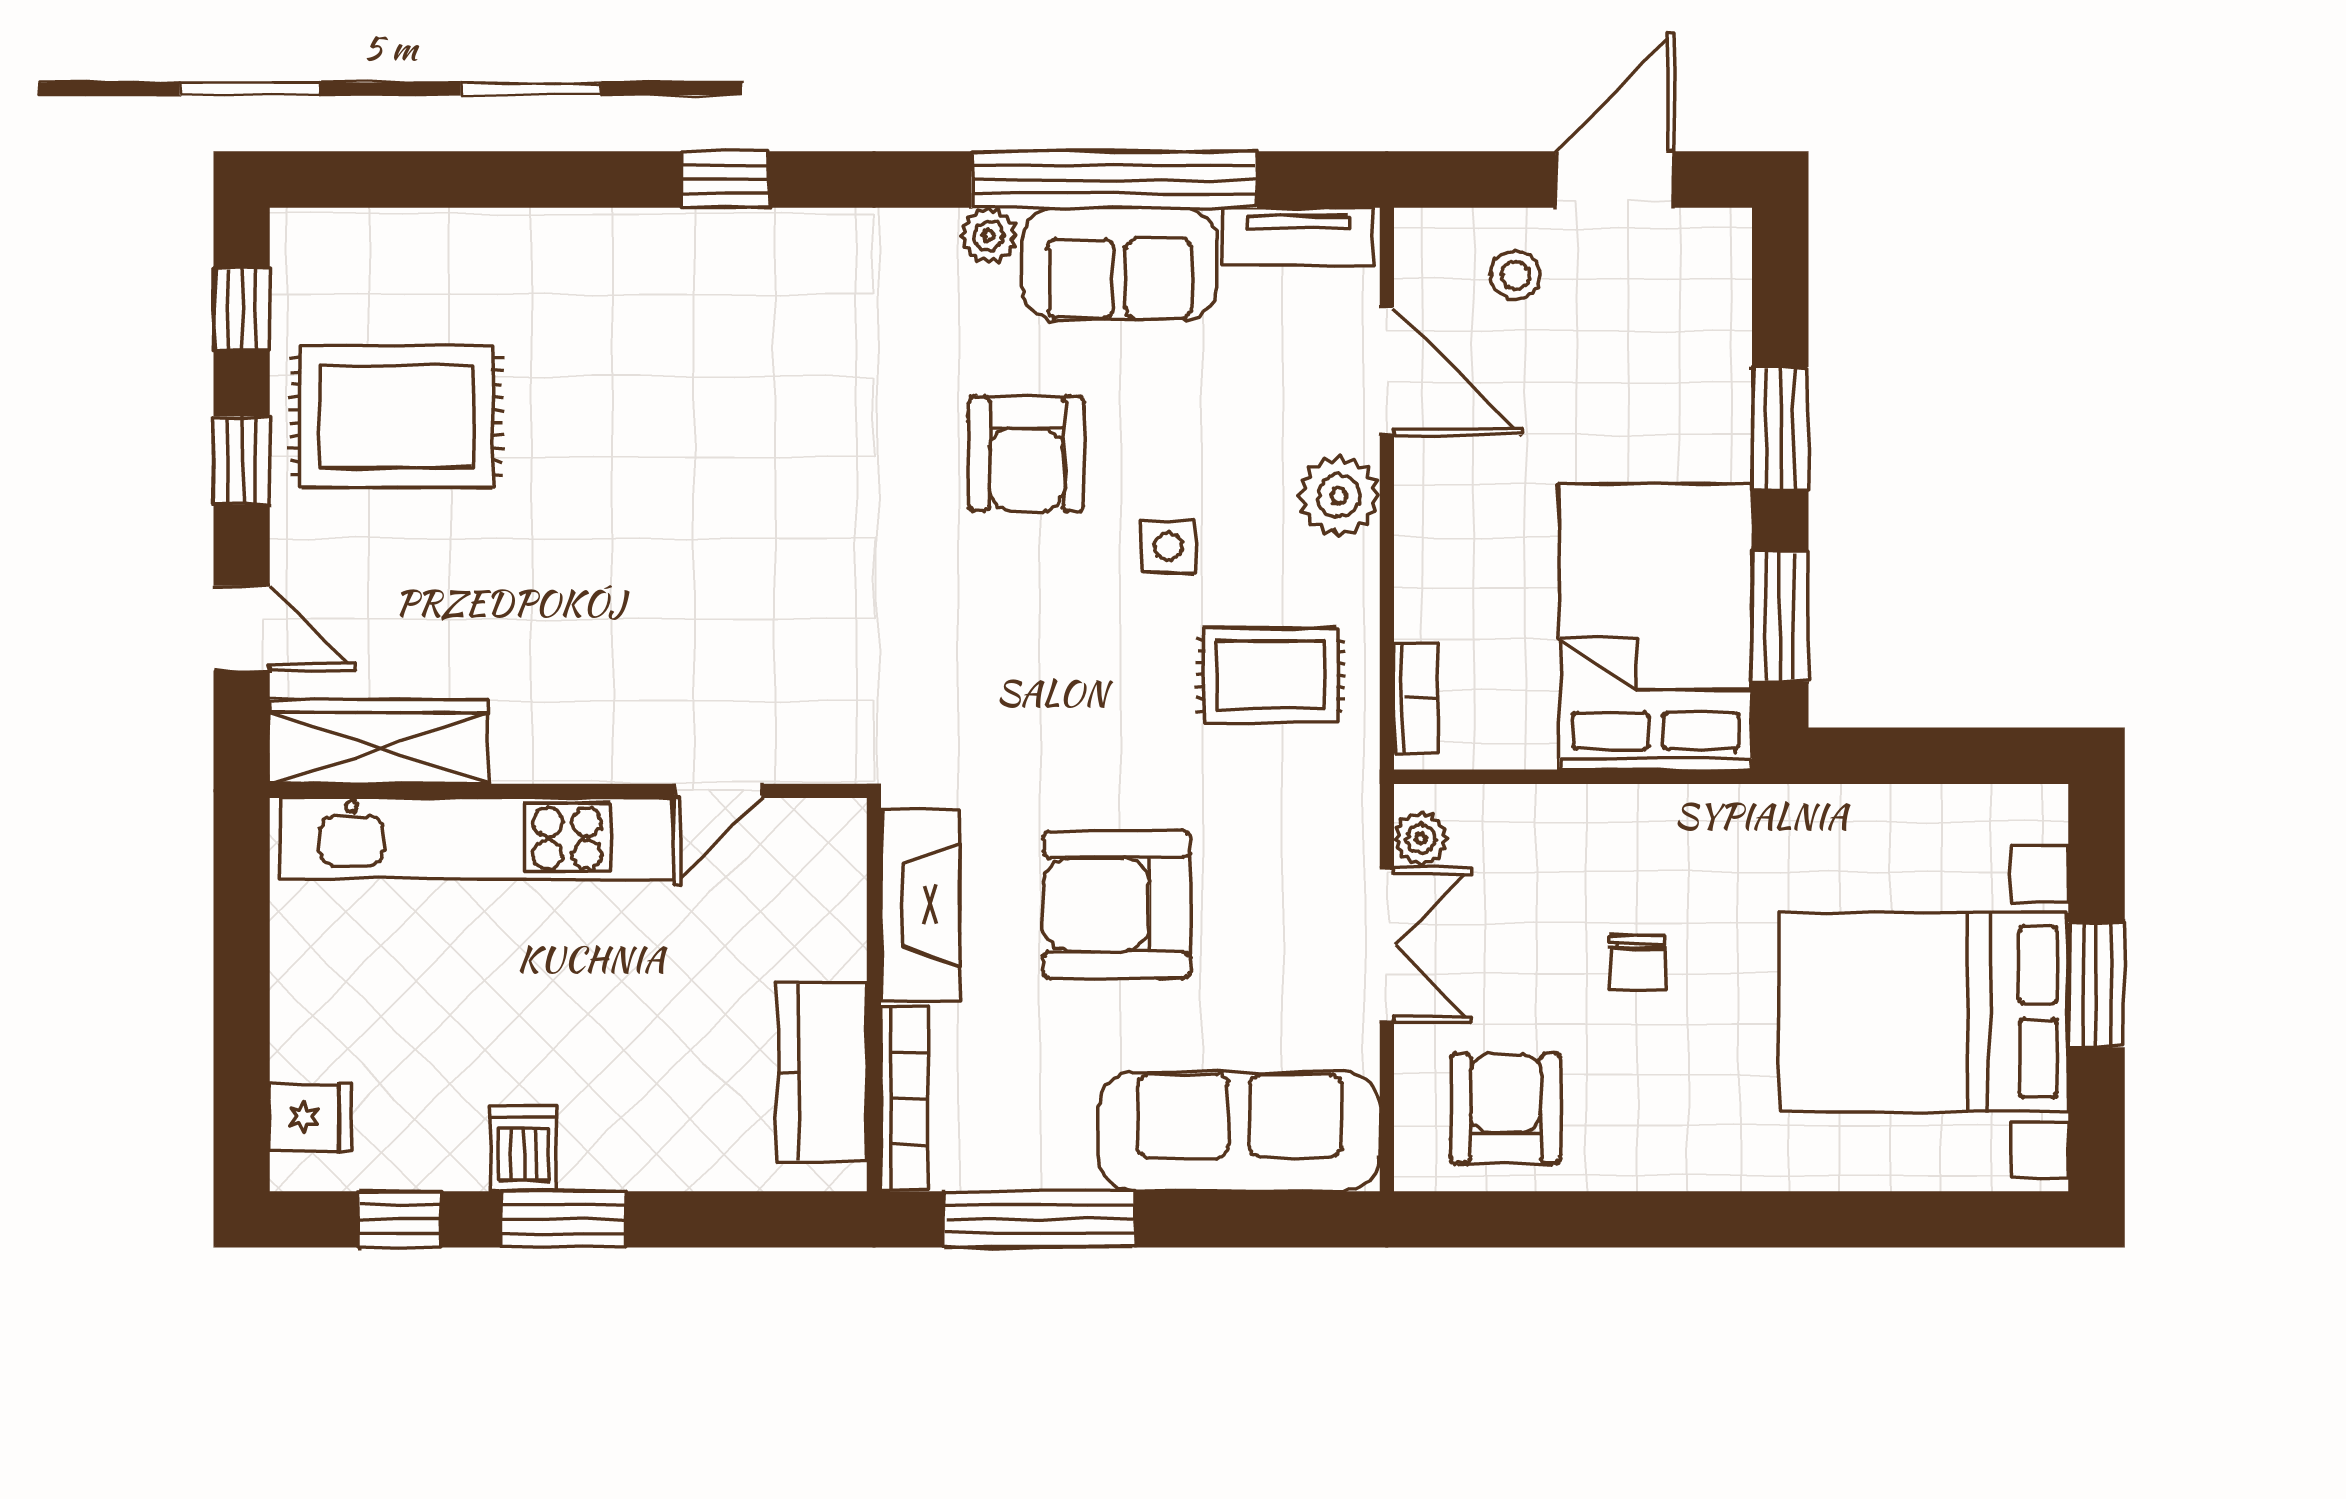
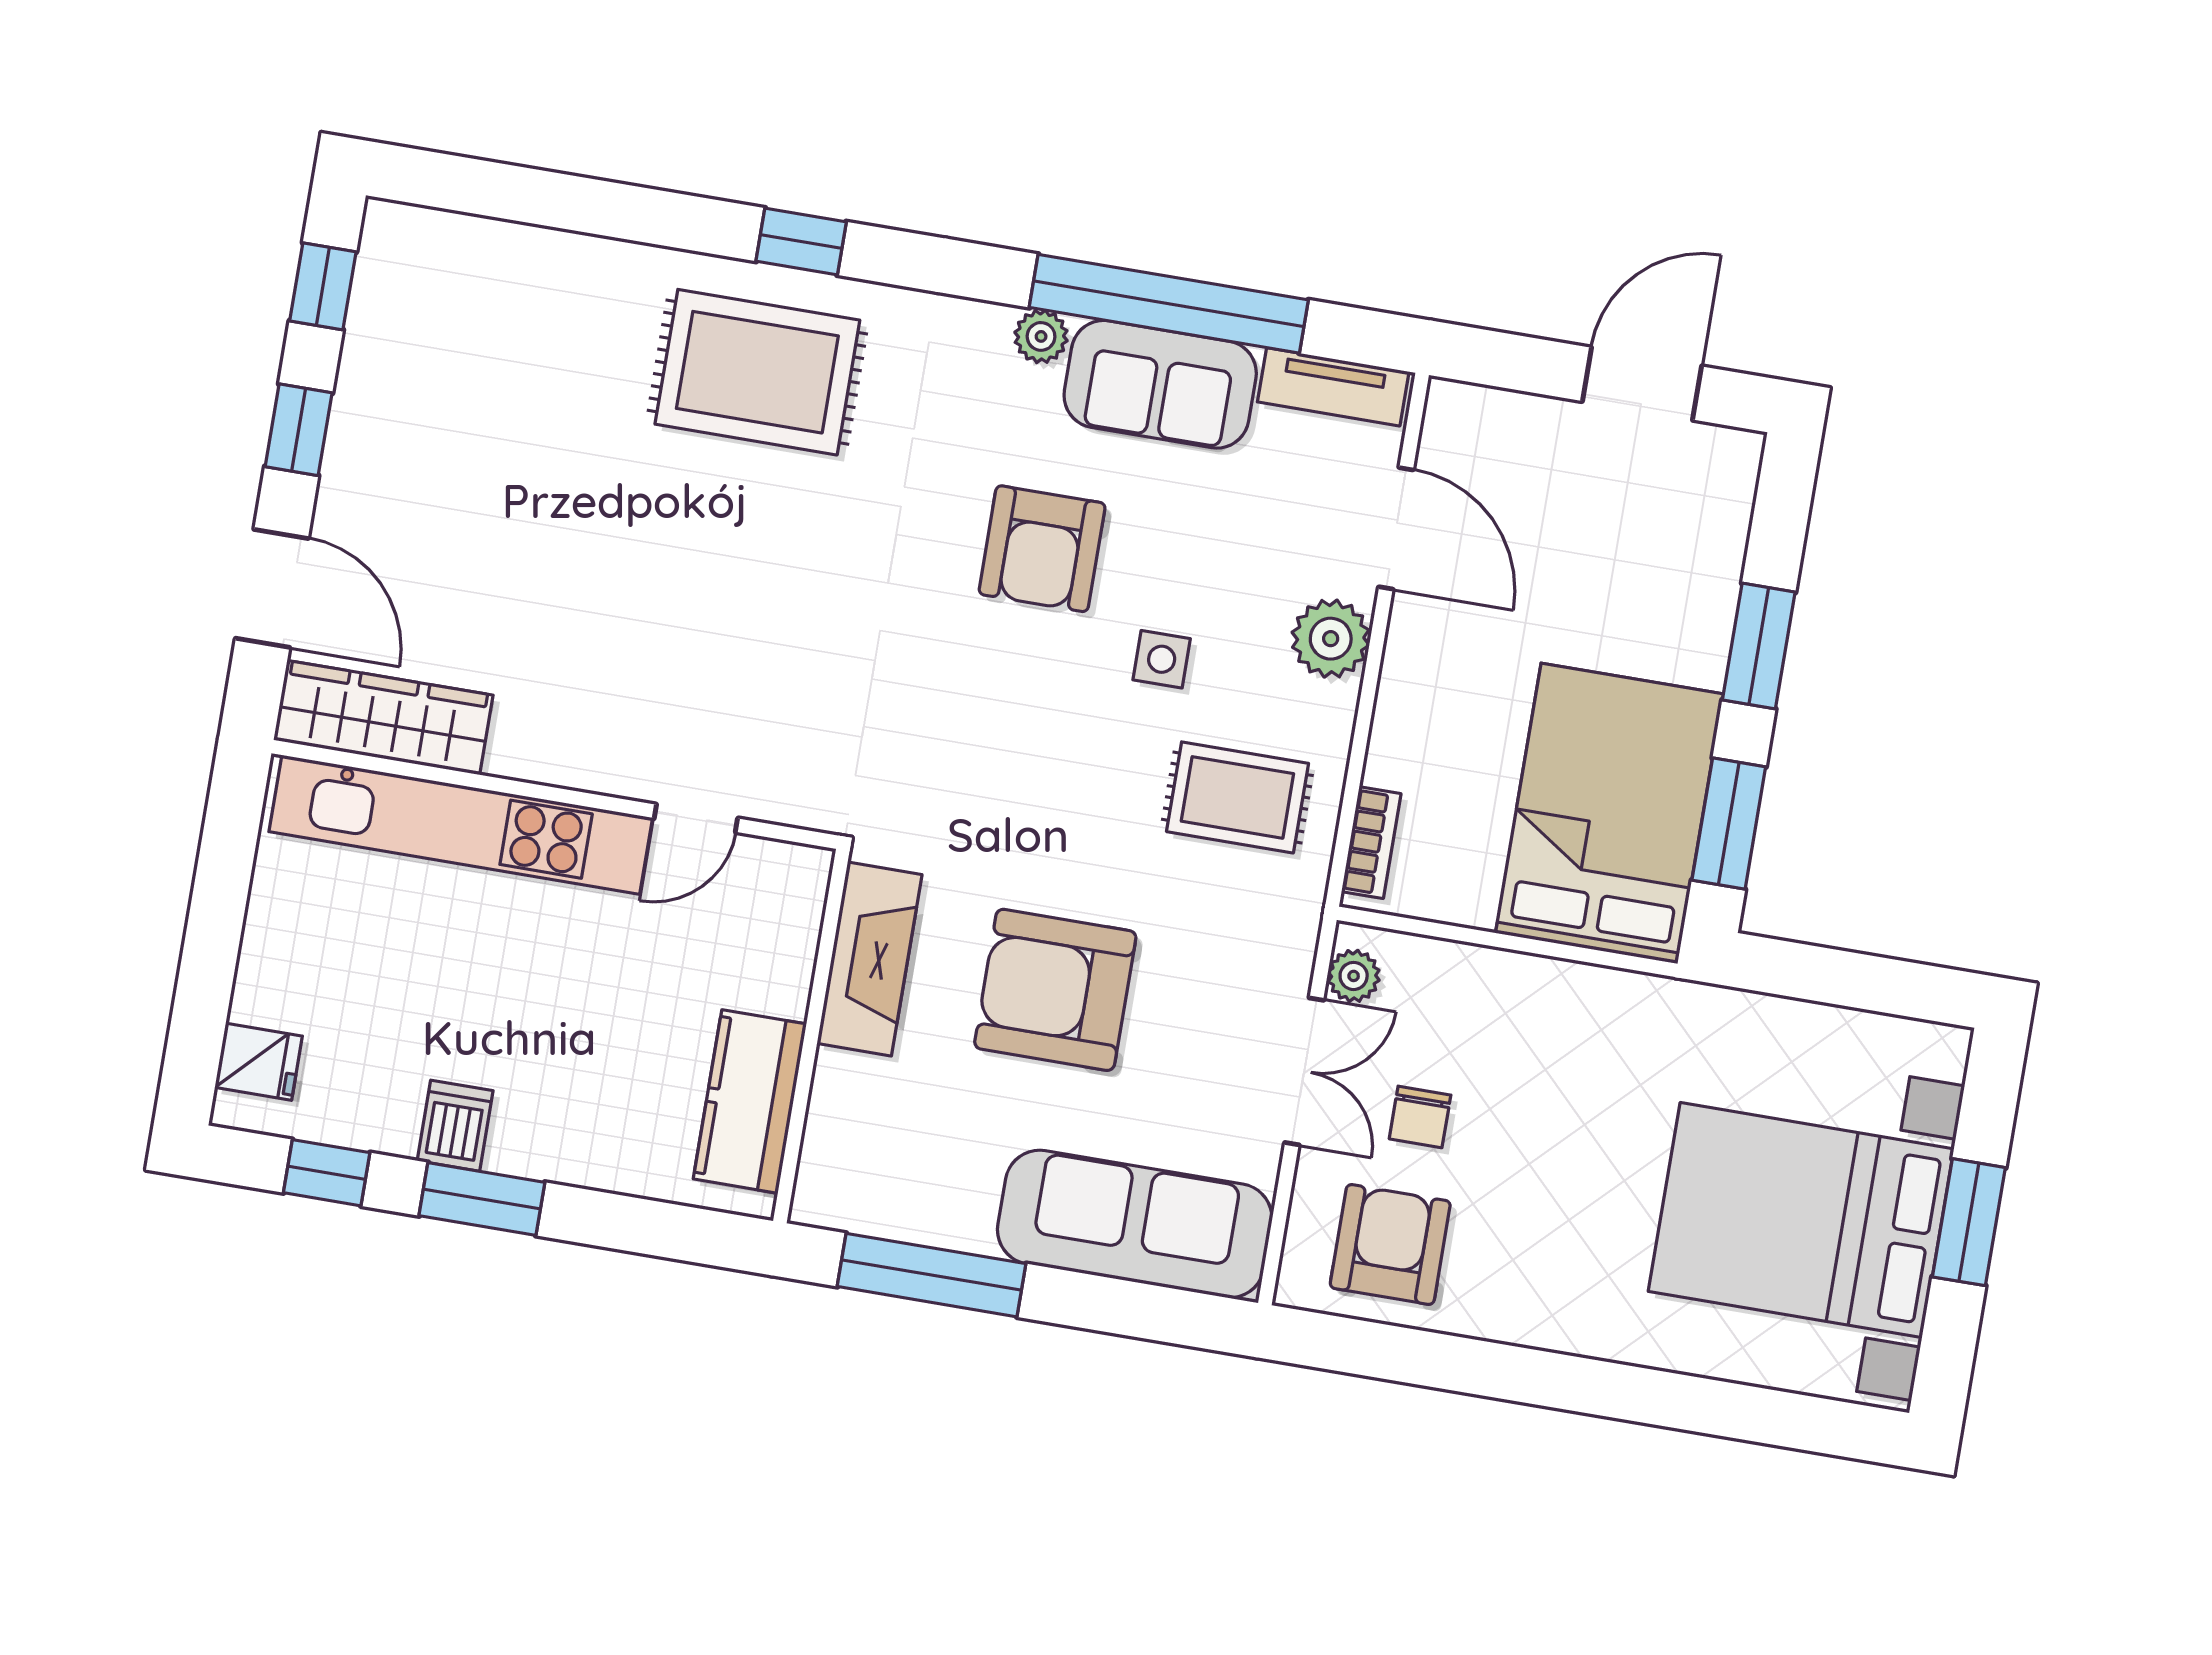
stool: (1515, 275) -> (1533, 458), removed
rug: (396, 416) -> (757, 372), moved
door: (242, 628) -> (272, 588), width x1.38
chair: (1637, 963) -> (1420, 1117), moved
bookcase: (905, 1099) -> (823, 1140), removed

